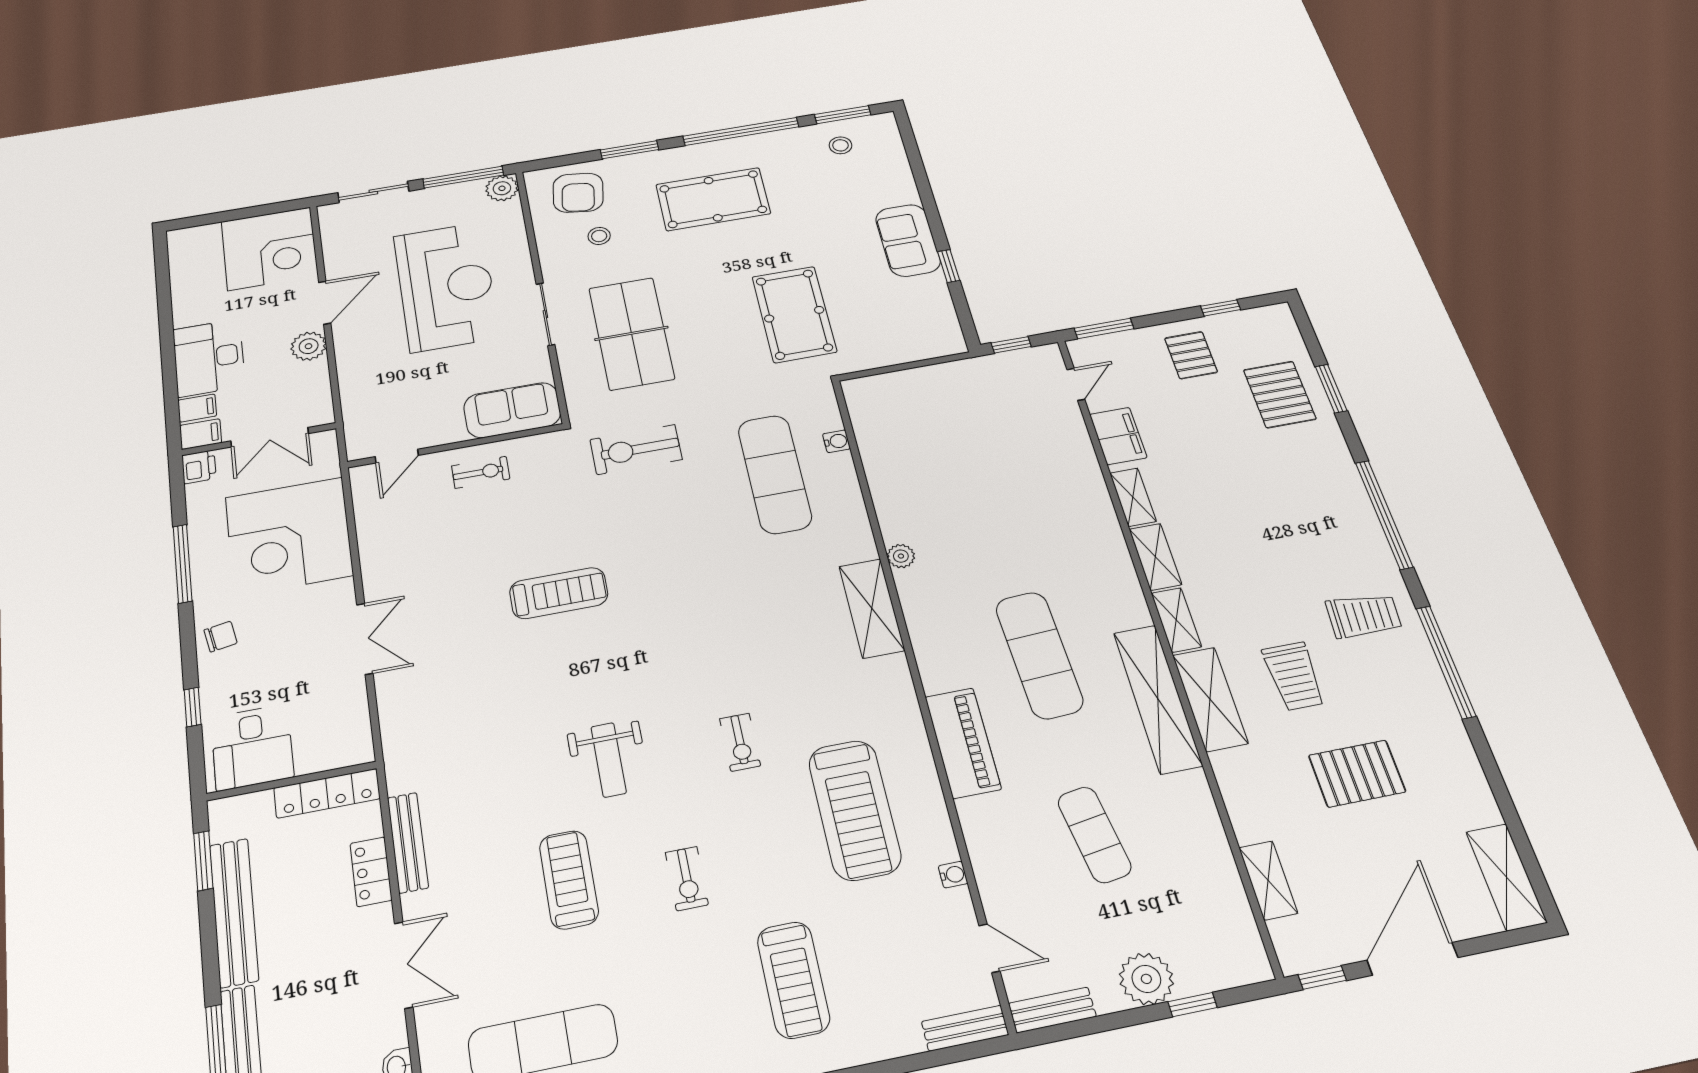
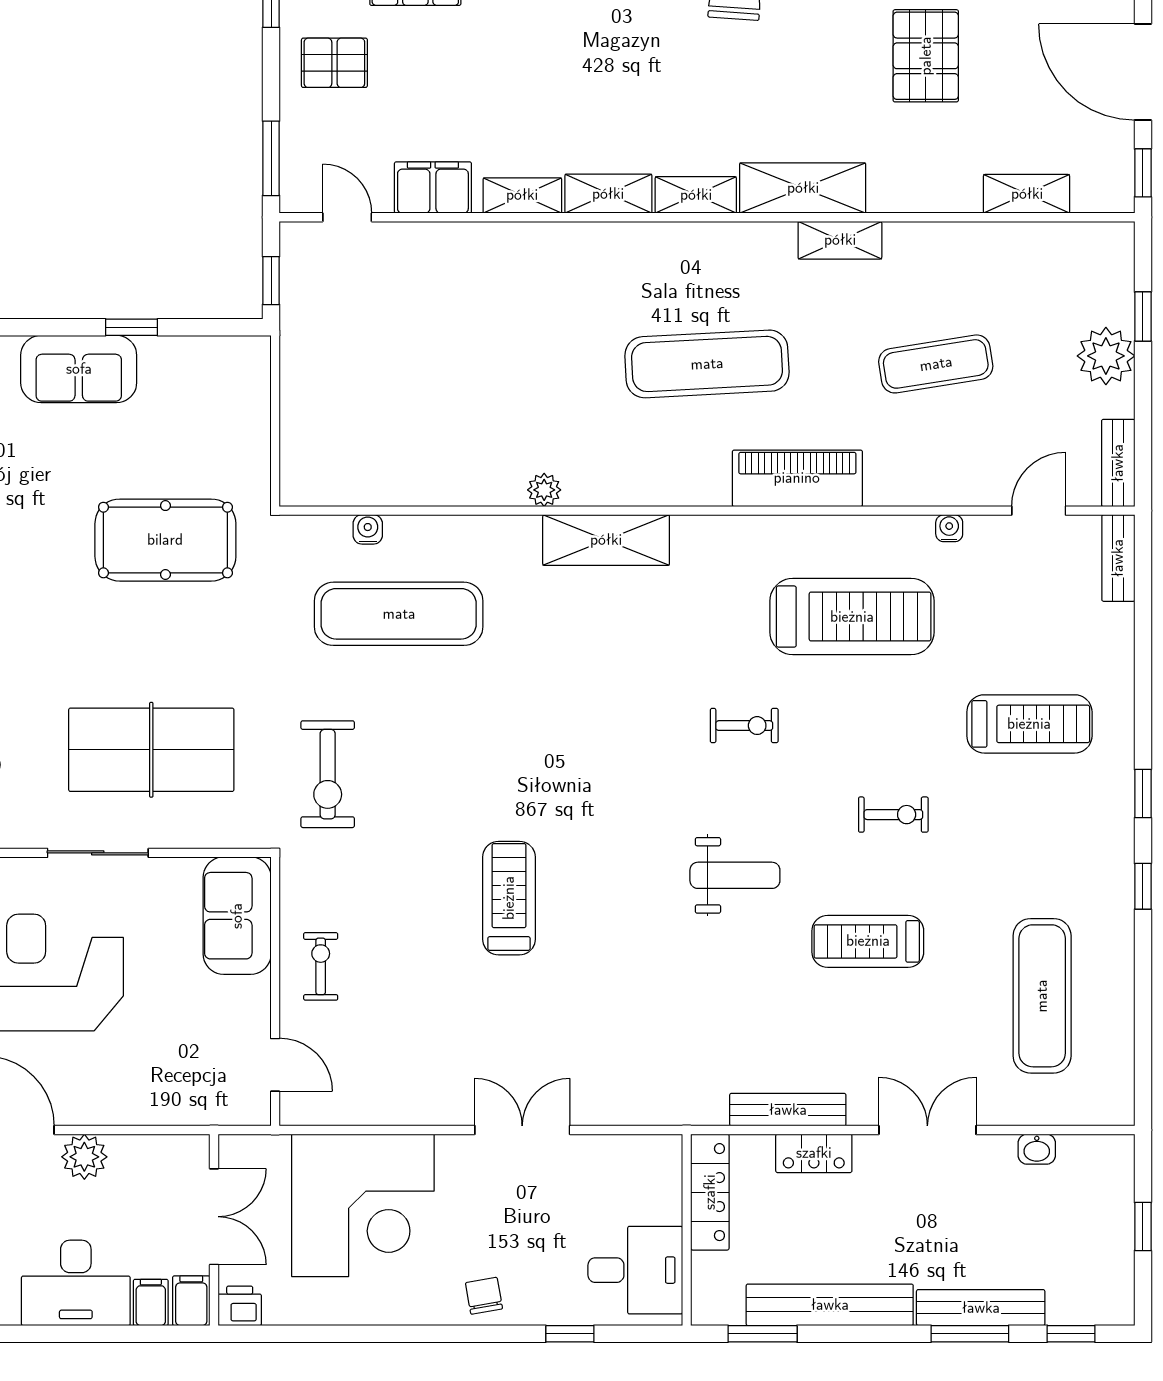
window: (183, 564) -> (375, 1334), removed
trolley: (1294, 676) -> (794, 85), removed
shelving: (1158, 699) -> (840, 240), width x0.45, depth x0.75

